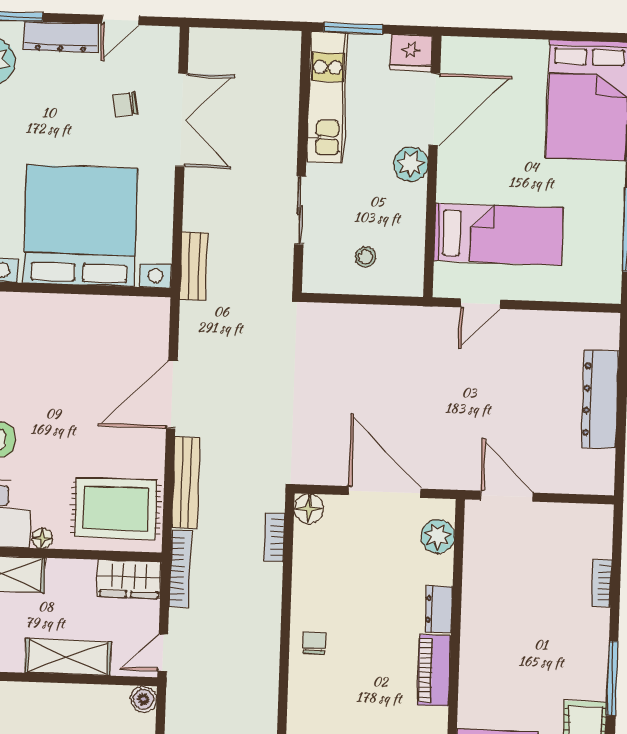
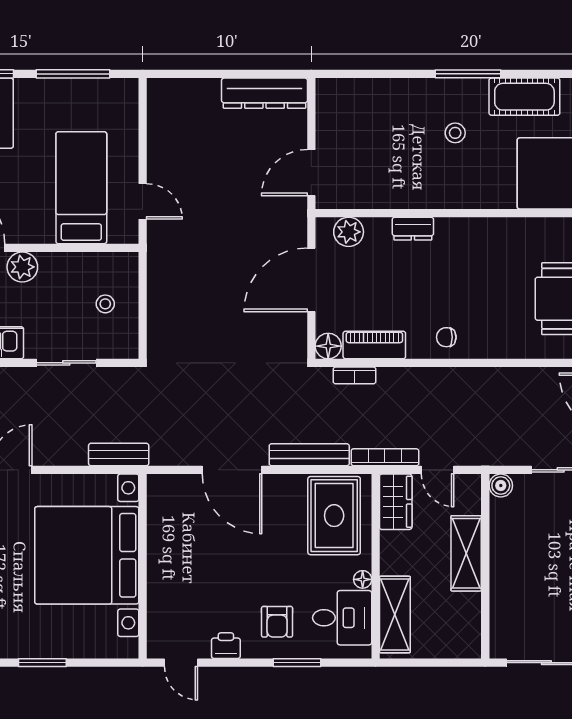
dresser: (600, 399) -> (264, 93), moved
bookcase: (602, 583) -> (385, 86), removed
door: (163, 653) -> (437, 470), moved
stool: (546, 661) -> (455, 133), added
piano: (434, 670) -> (374, 345), moved, turned 180

